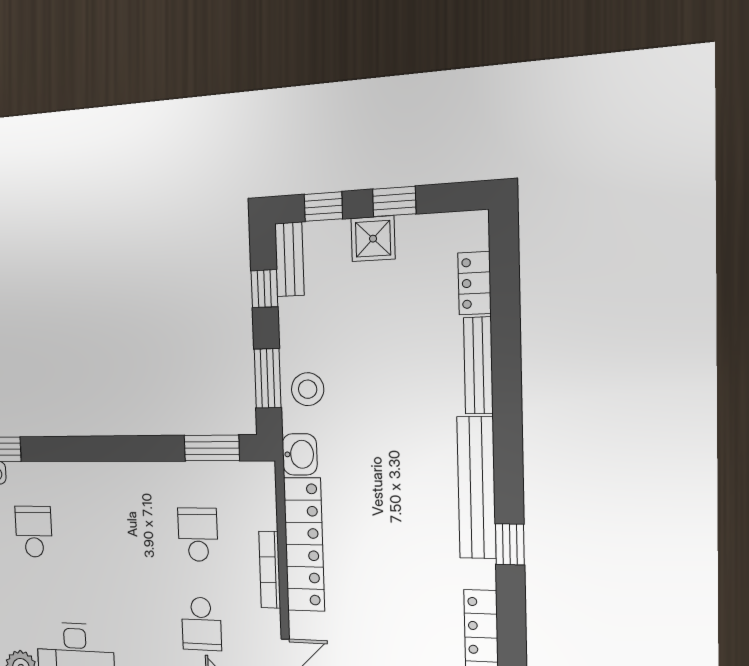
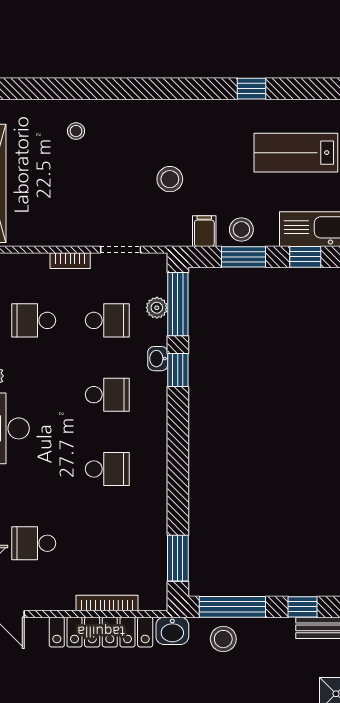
window: (268, 378) -> (232, 607), width x1.44
school desk: (198, 535) -> (107, 469), moved
bookcase: (270, 570) -> (107, 603), moved

